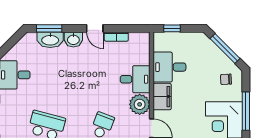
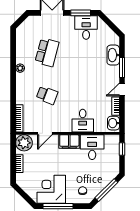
window: (49, 28) -> (122, 67), moved
washbasin: (73, 39) -> (113, 123), moved
plant: (140, 104) -> (63, 124), removed

